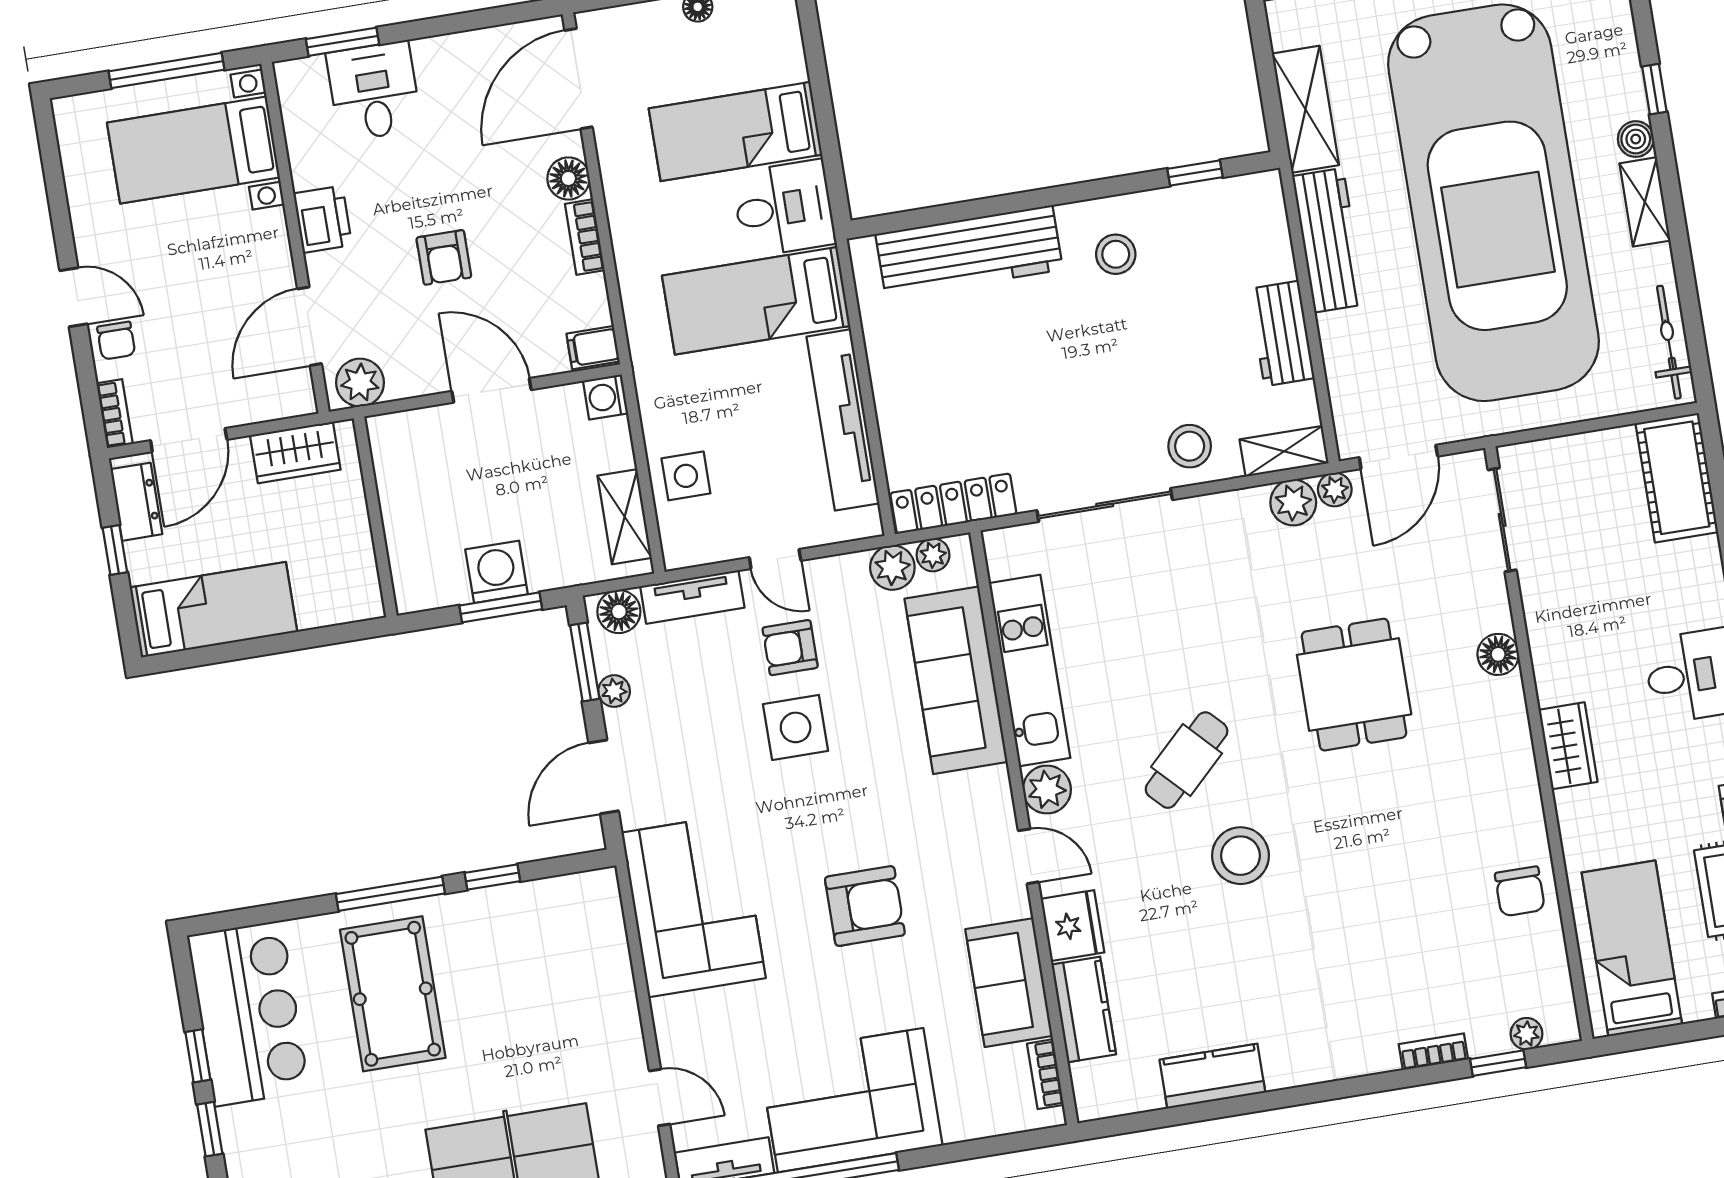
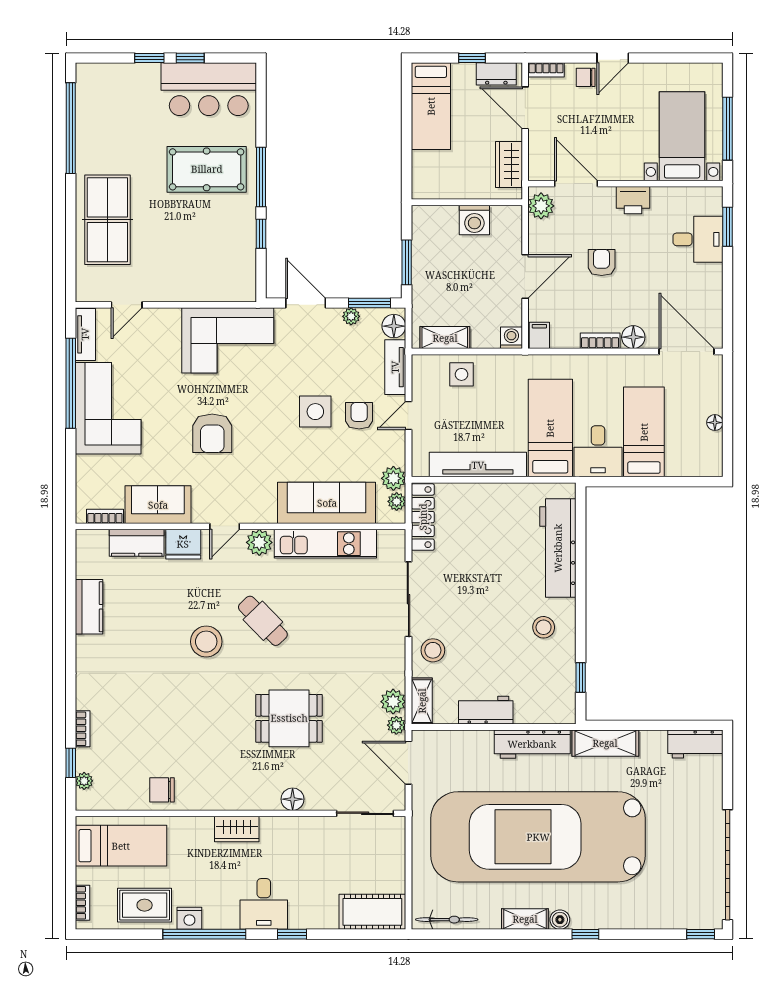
armchair: (444, 257) -> (602, 262), turned 90
washing machine: (497, 572) -> (474, 220), moved, turned 90

